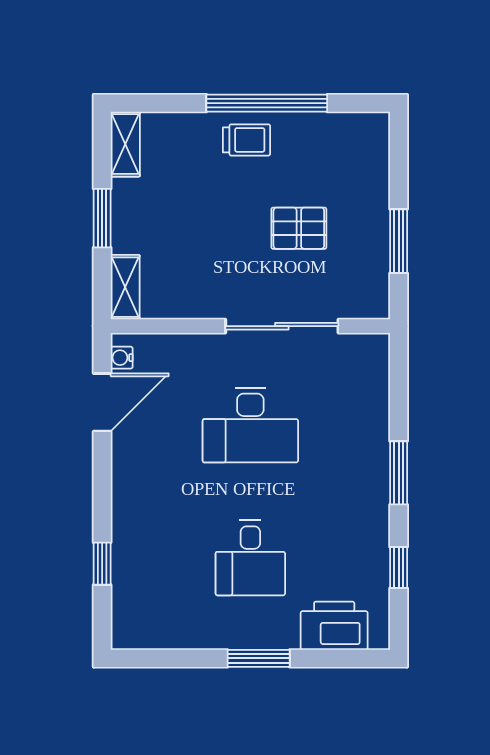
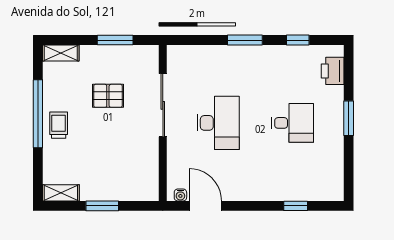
pallet: (299, 228) -> (108, 96), turned 90
shelving: (125, 287) -> (61, 53), moved
printer: (334, 626) -> (333, 71), width x0.73, depth x0.84

